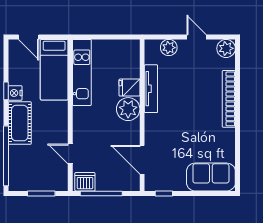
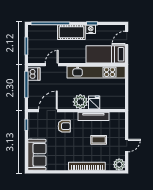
plant: (169, 48) -> (120, 128), removed
kitchen unit: (82, 72) -> (96, 72), width x1.36
coffee table: (188, 81) -> (99, 140), added
armchair: (166, 134) -> (64, 126), added

